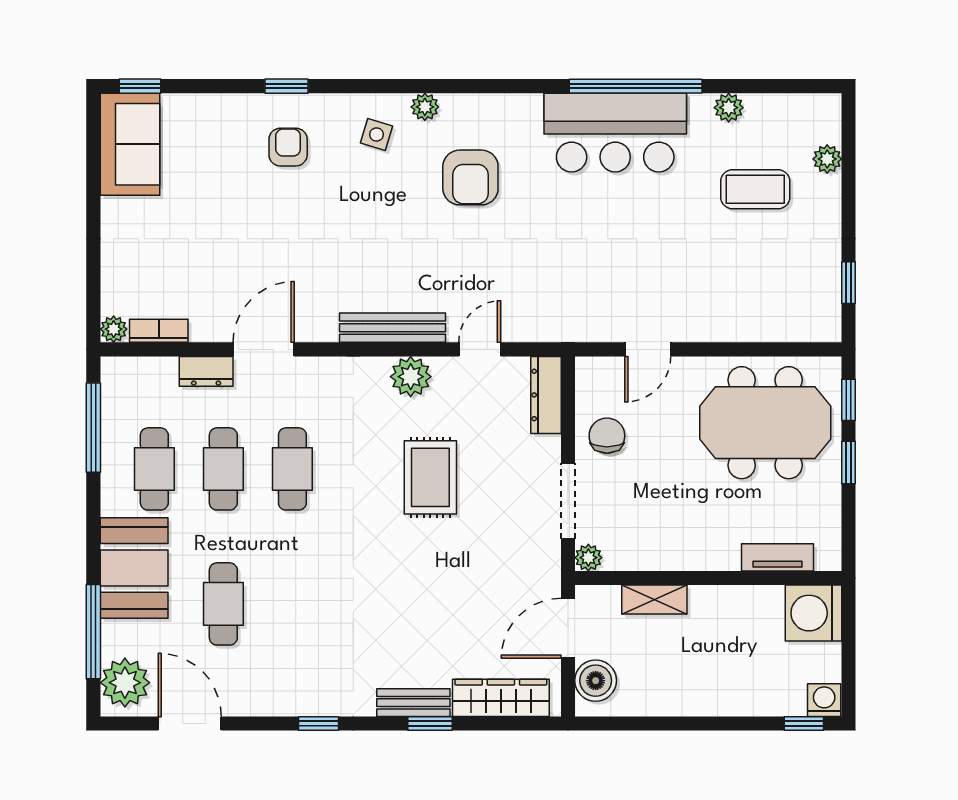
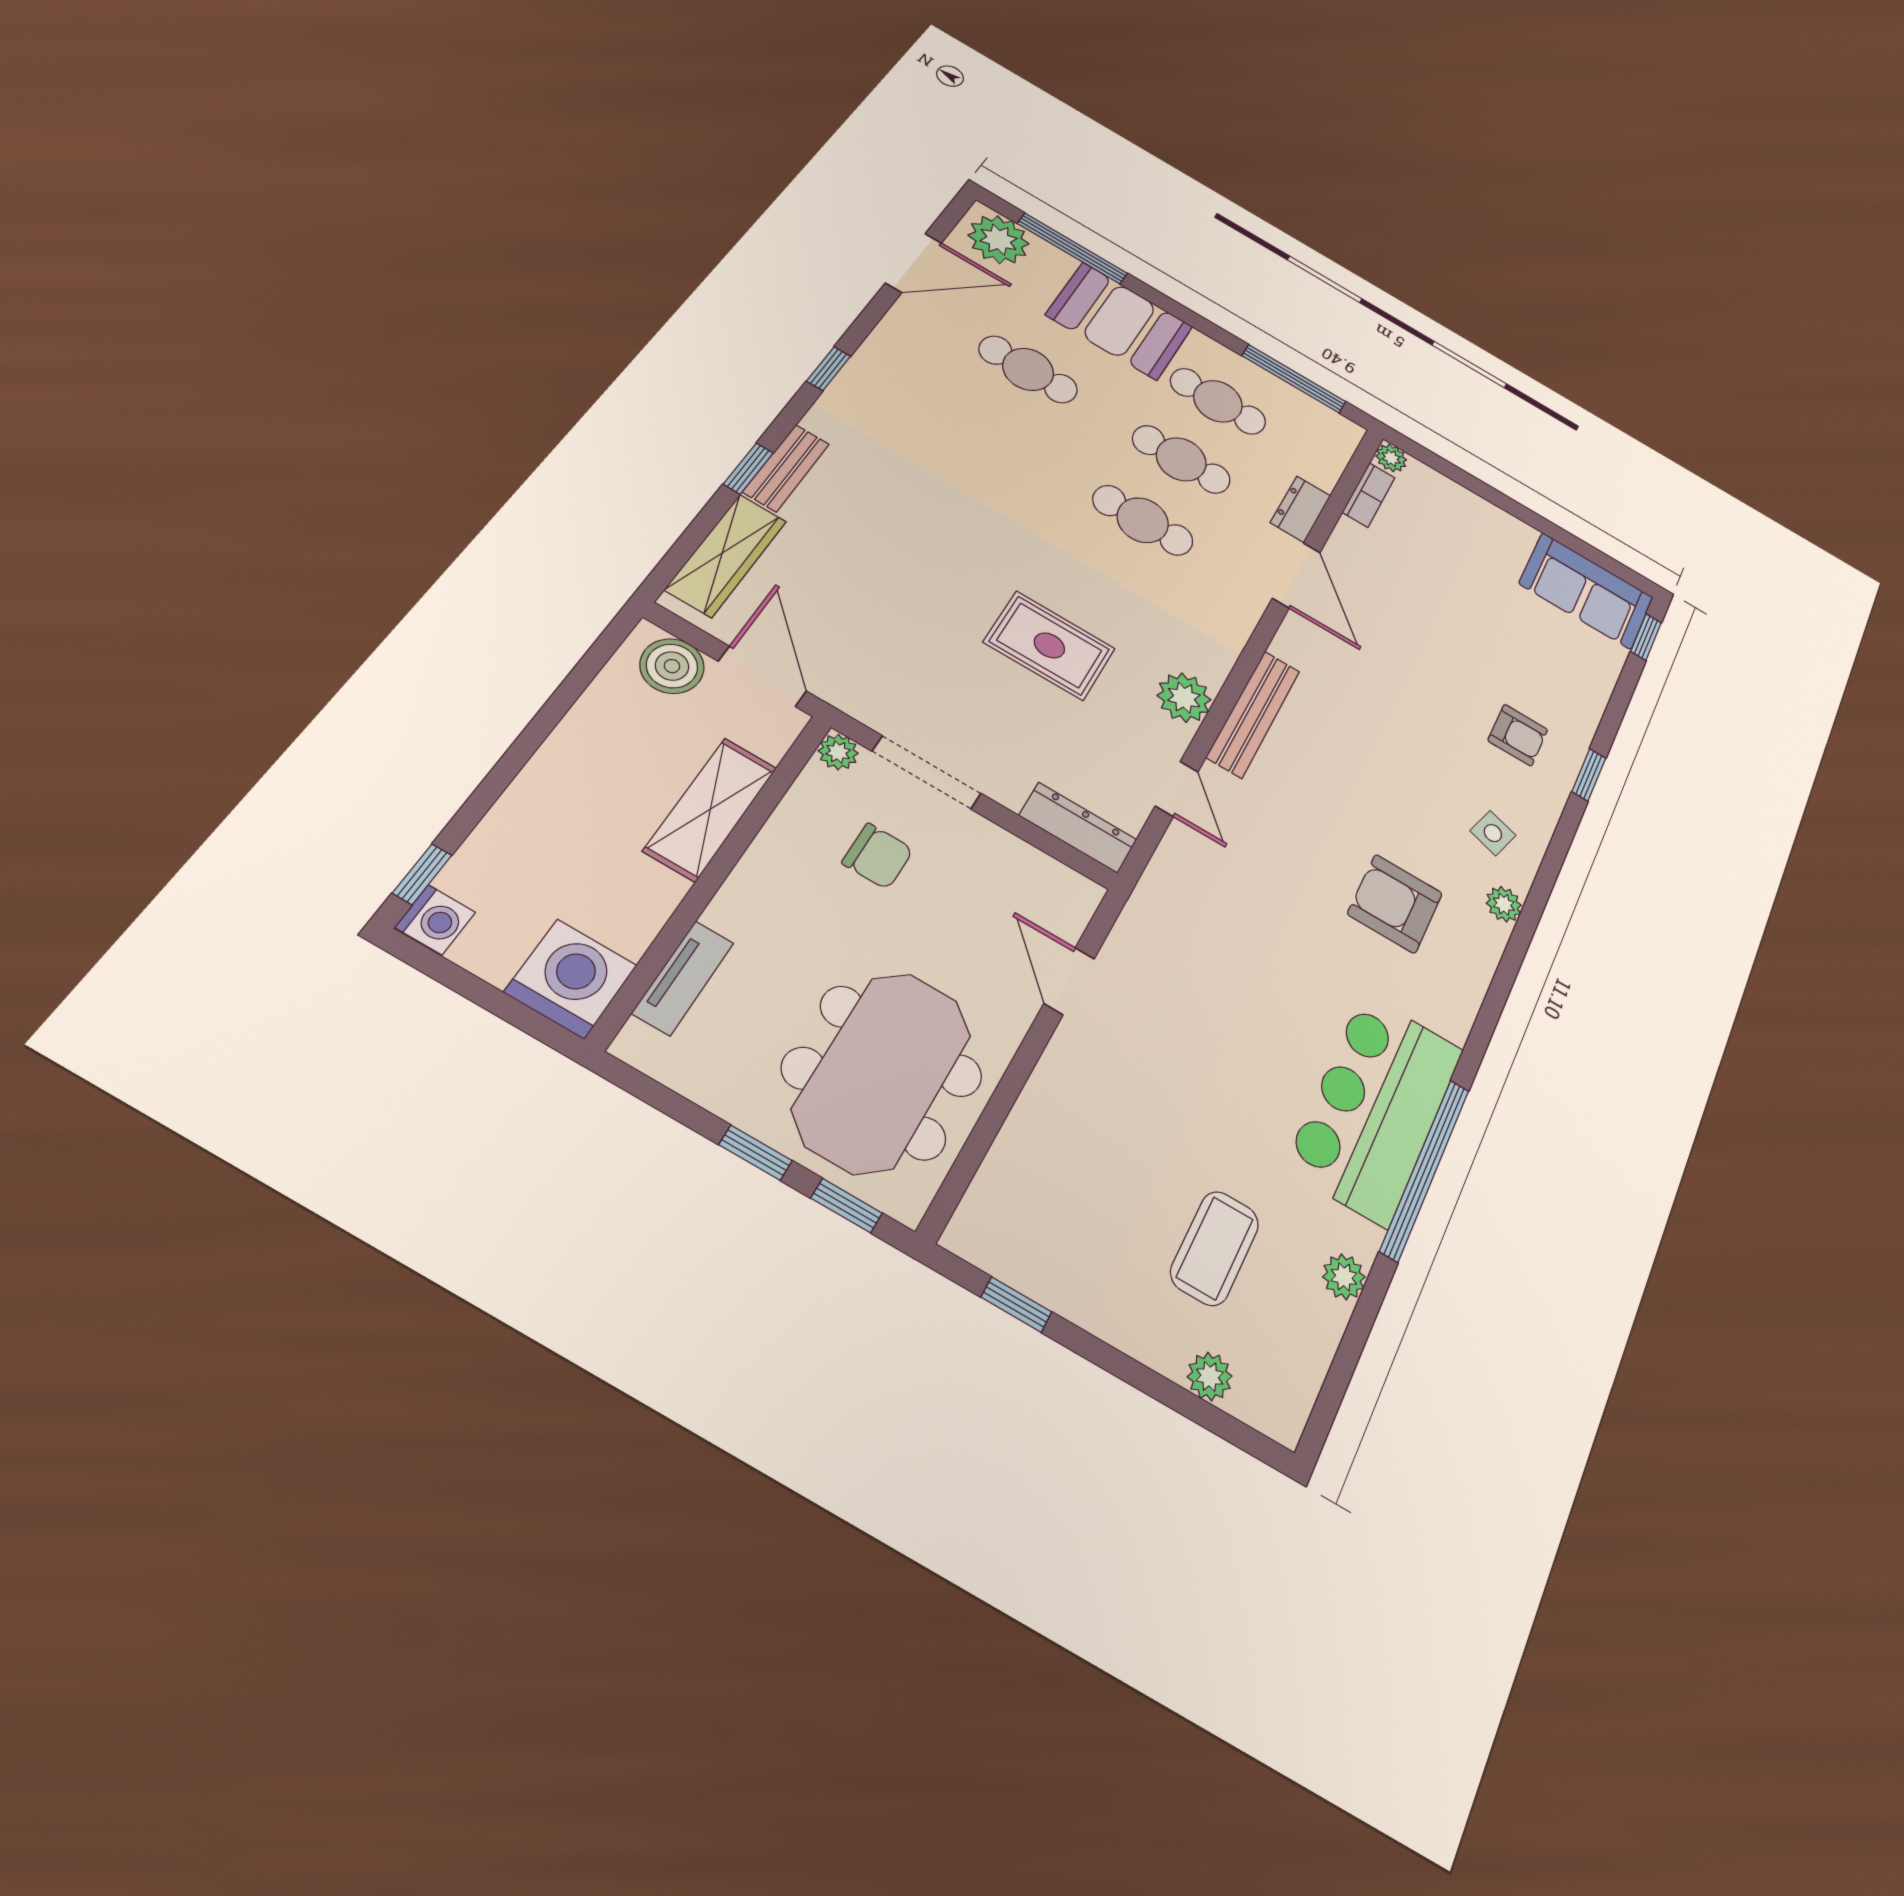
chair: (607, 436) -> (878, 856), moved
shelving: (654, 600) -> (710, 809), width x1.50, depth x1.33

